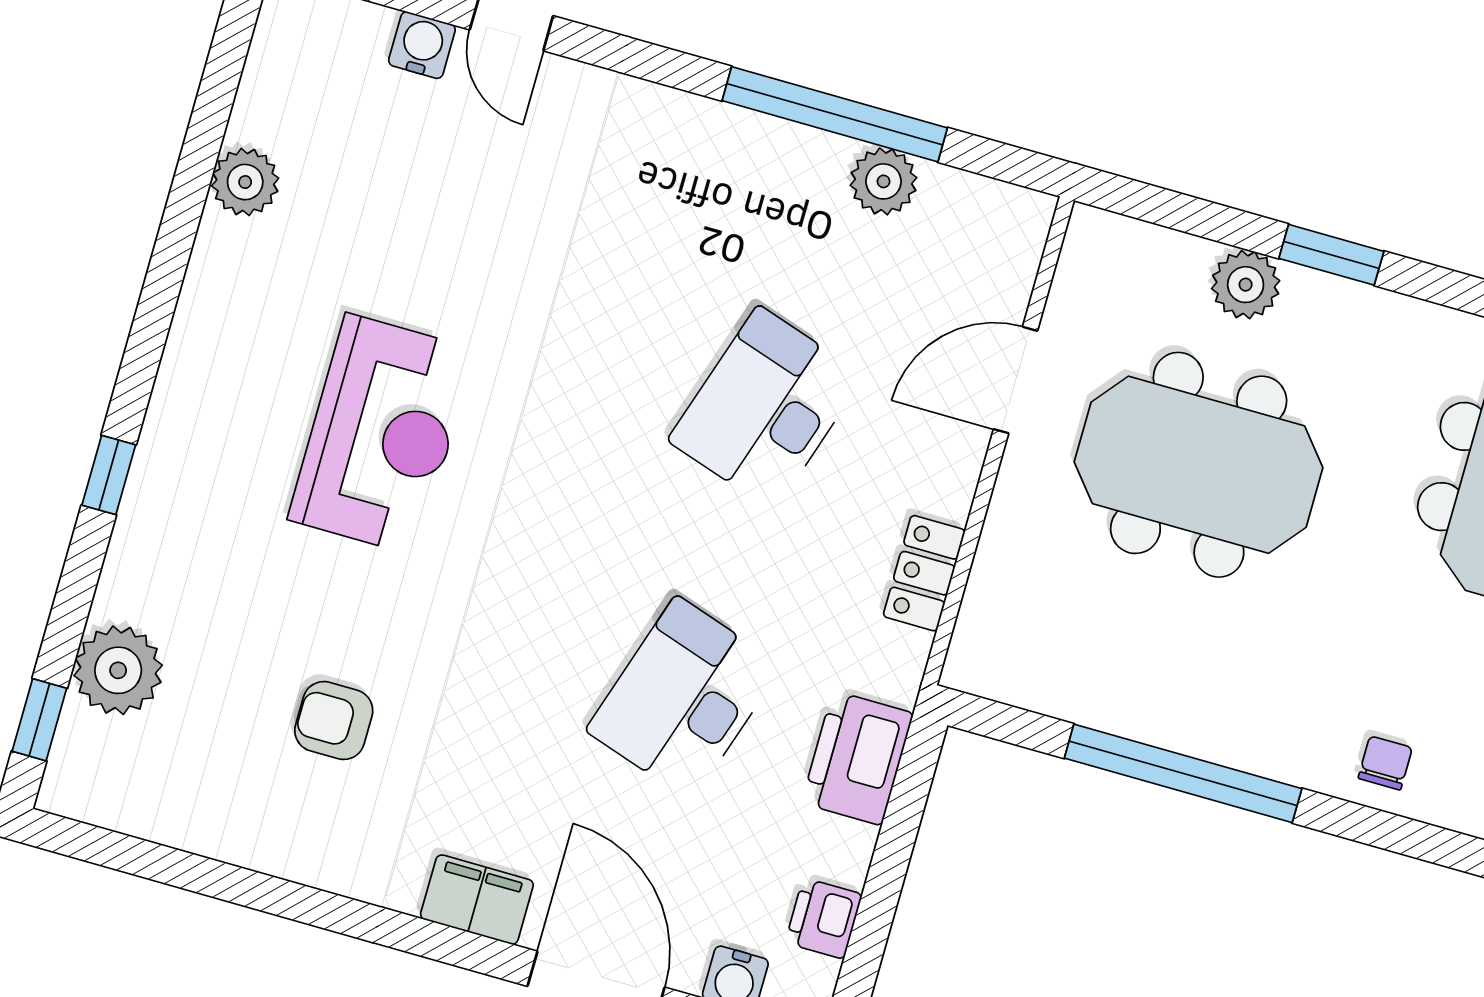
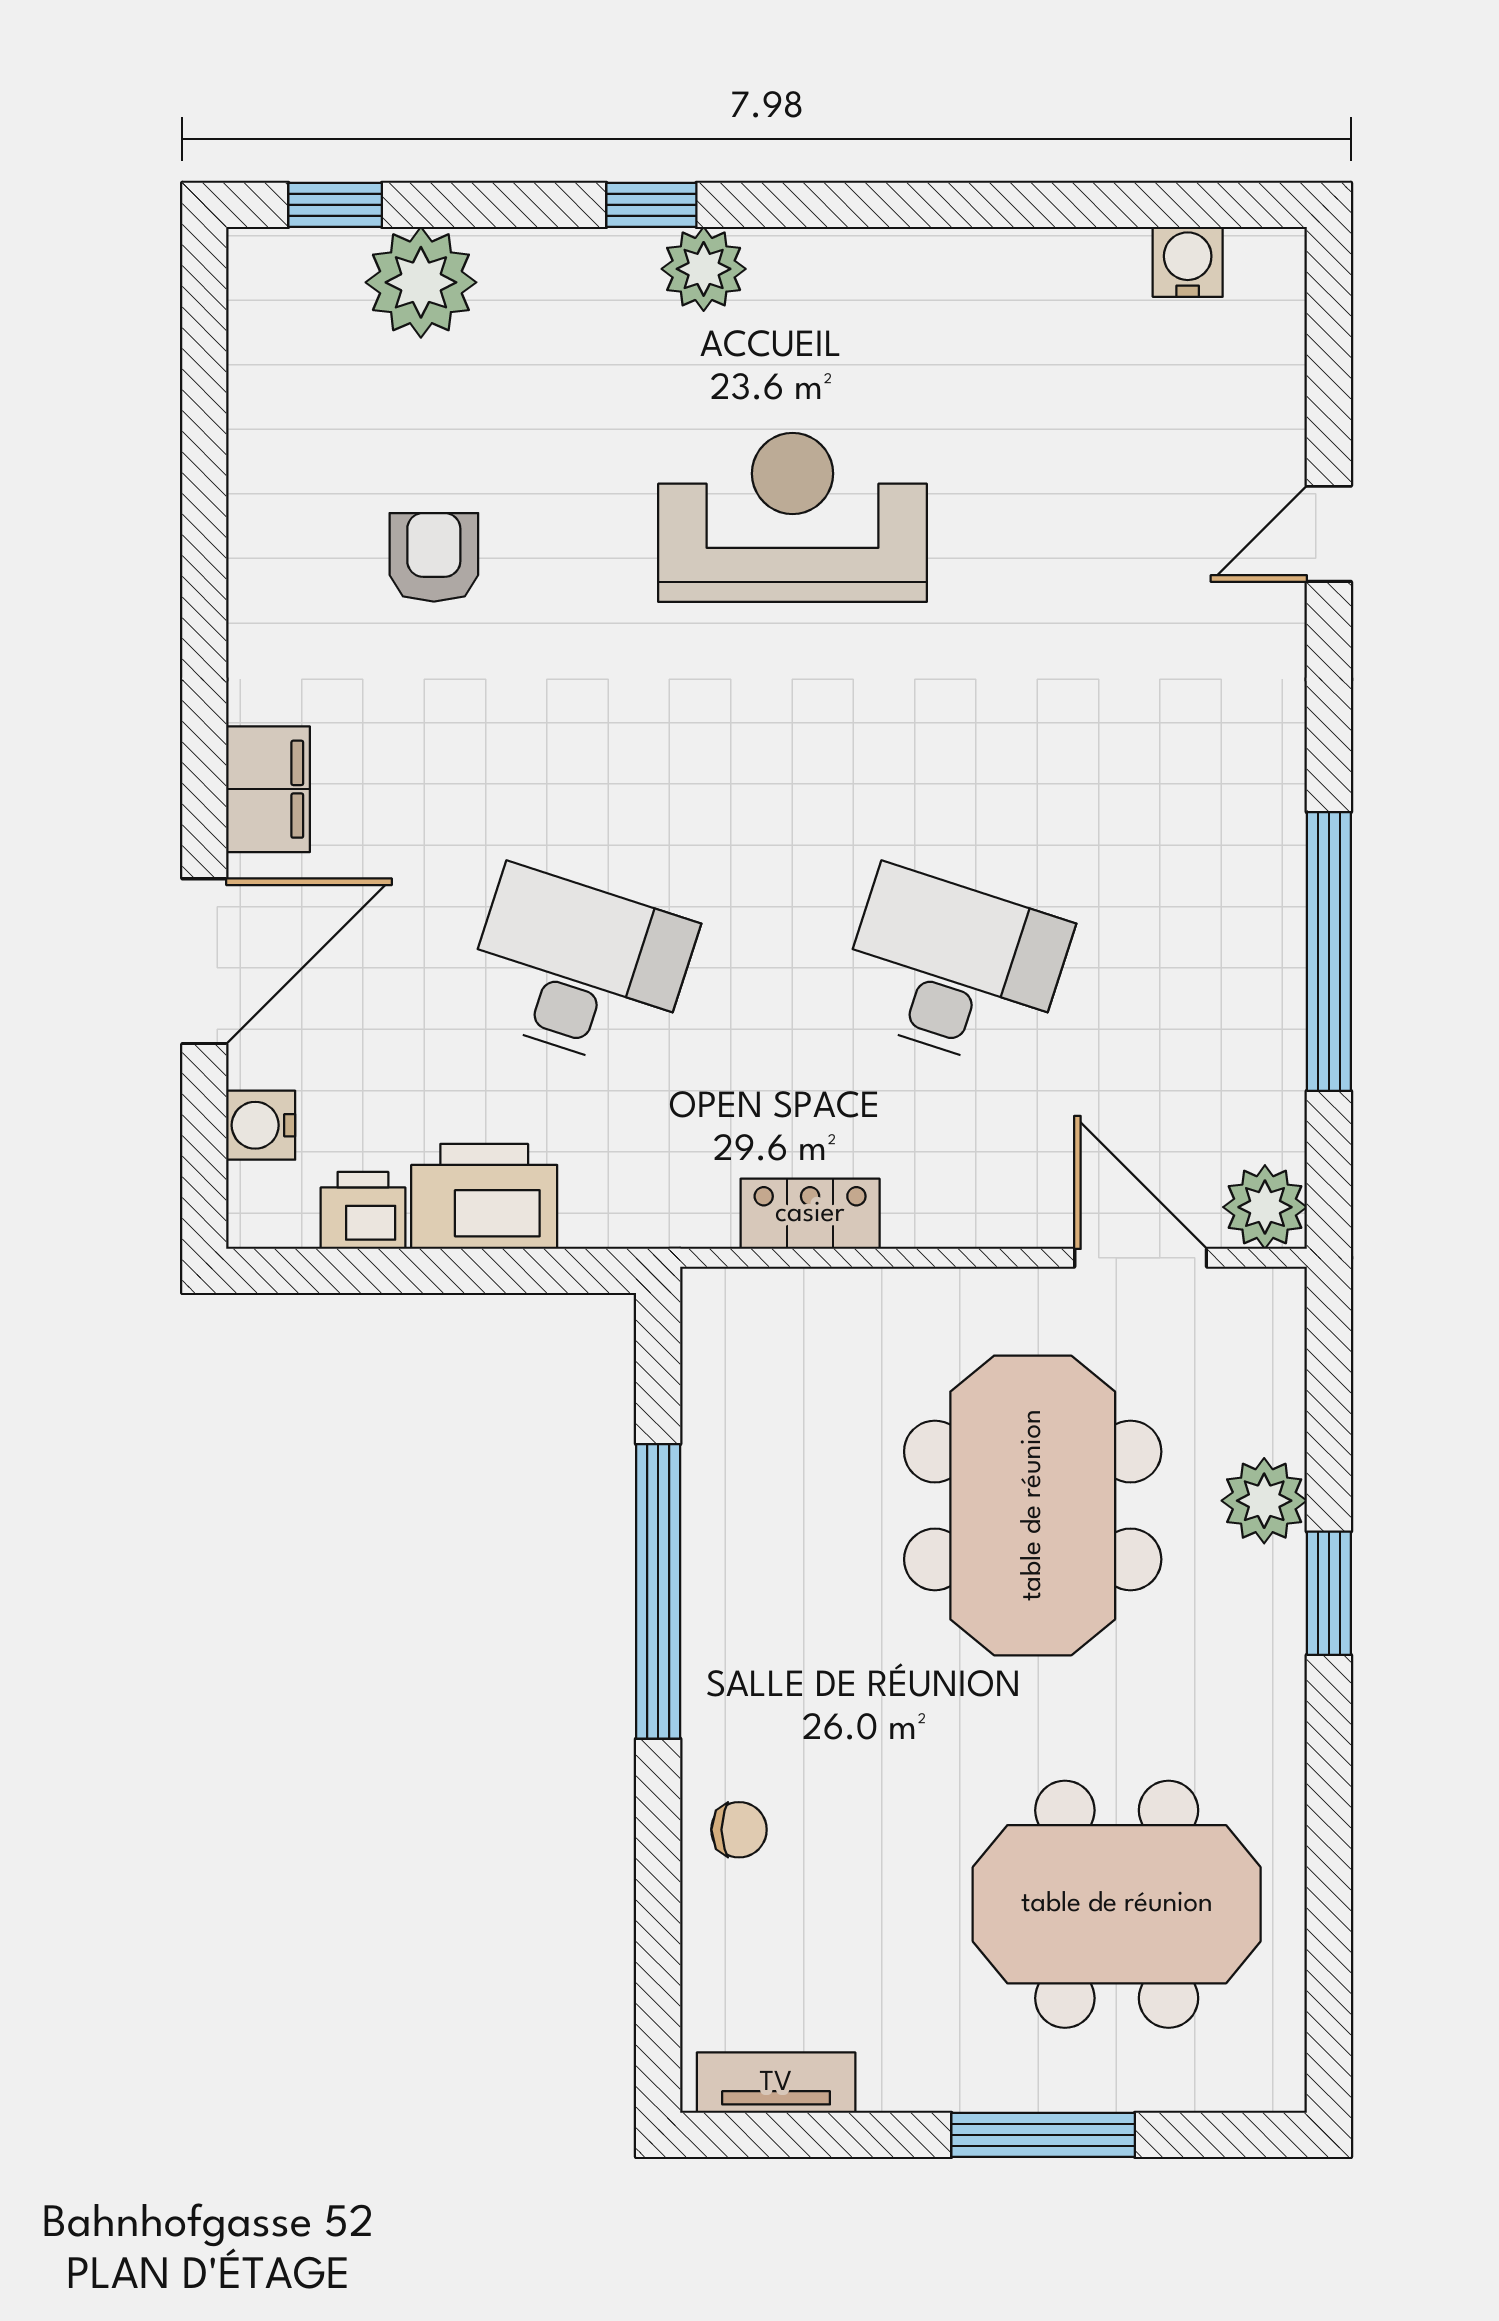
water cooler: (422, 45) -> (1188, 262), moved, turned -90
plant: (884, 181) -> (1265, 1207), moved
plant: (245, 182) -> (704, 269), moved
door: (1016, 380) -> (1141, 1258), moved
reception desk: (381, 434) -> (792, 517), turned 180
printer: (857, 758) -> (484, 1196), moved

